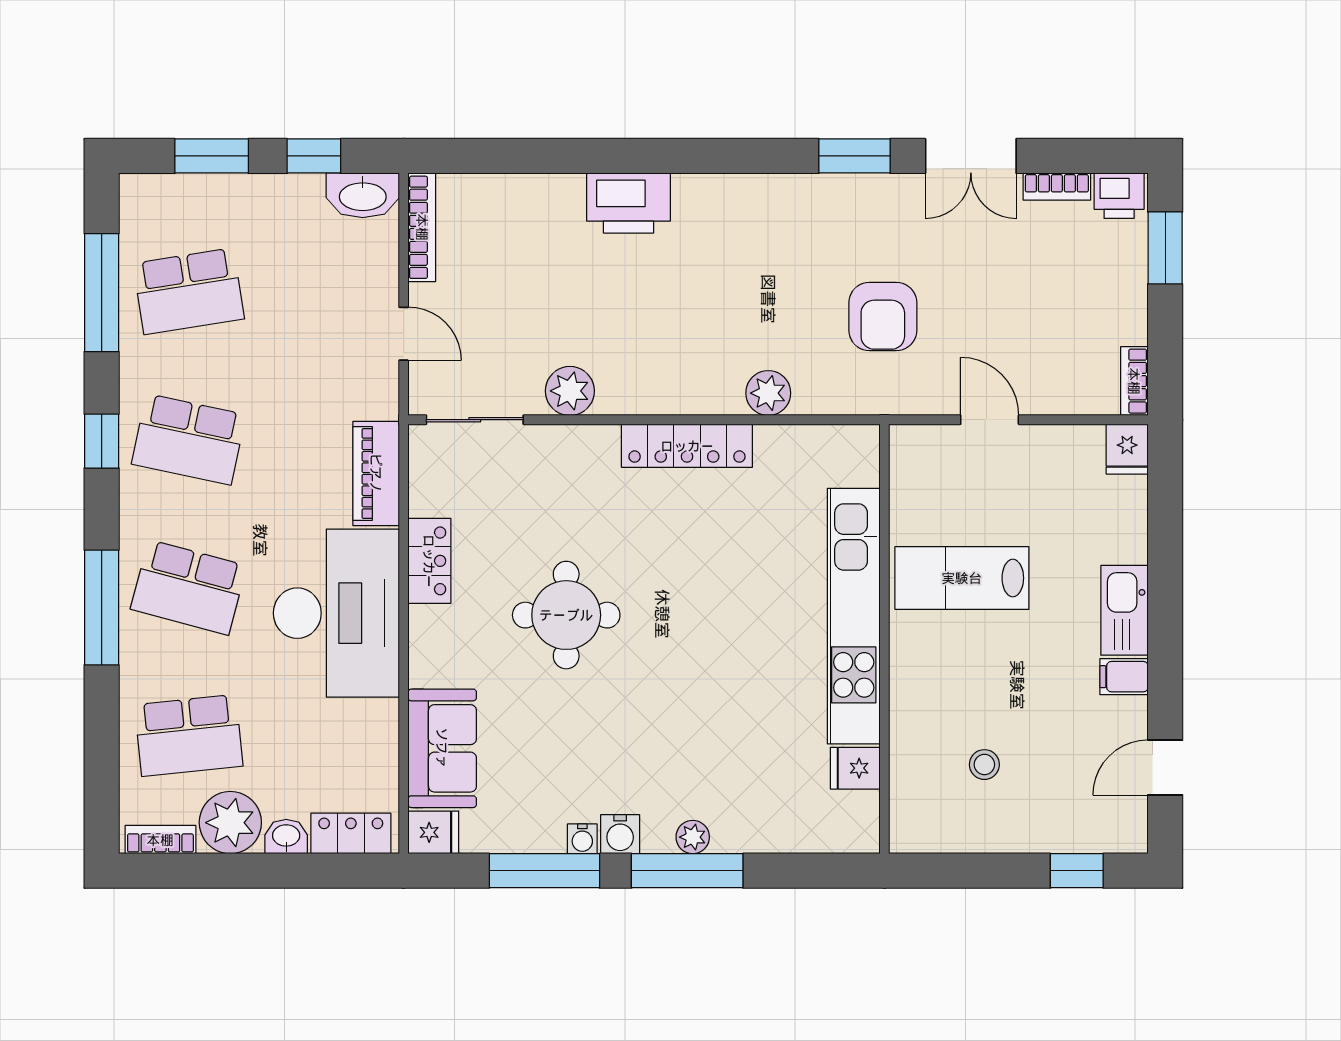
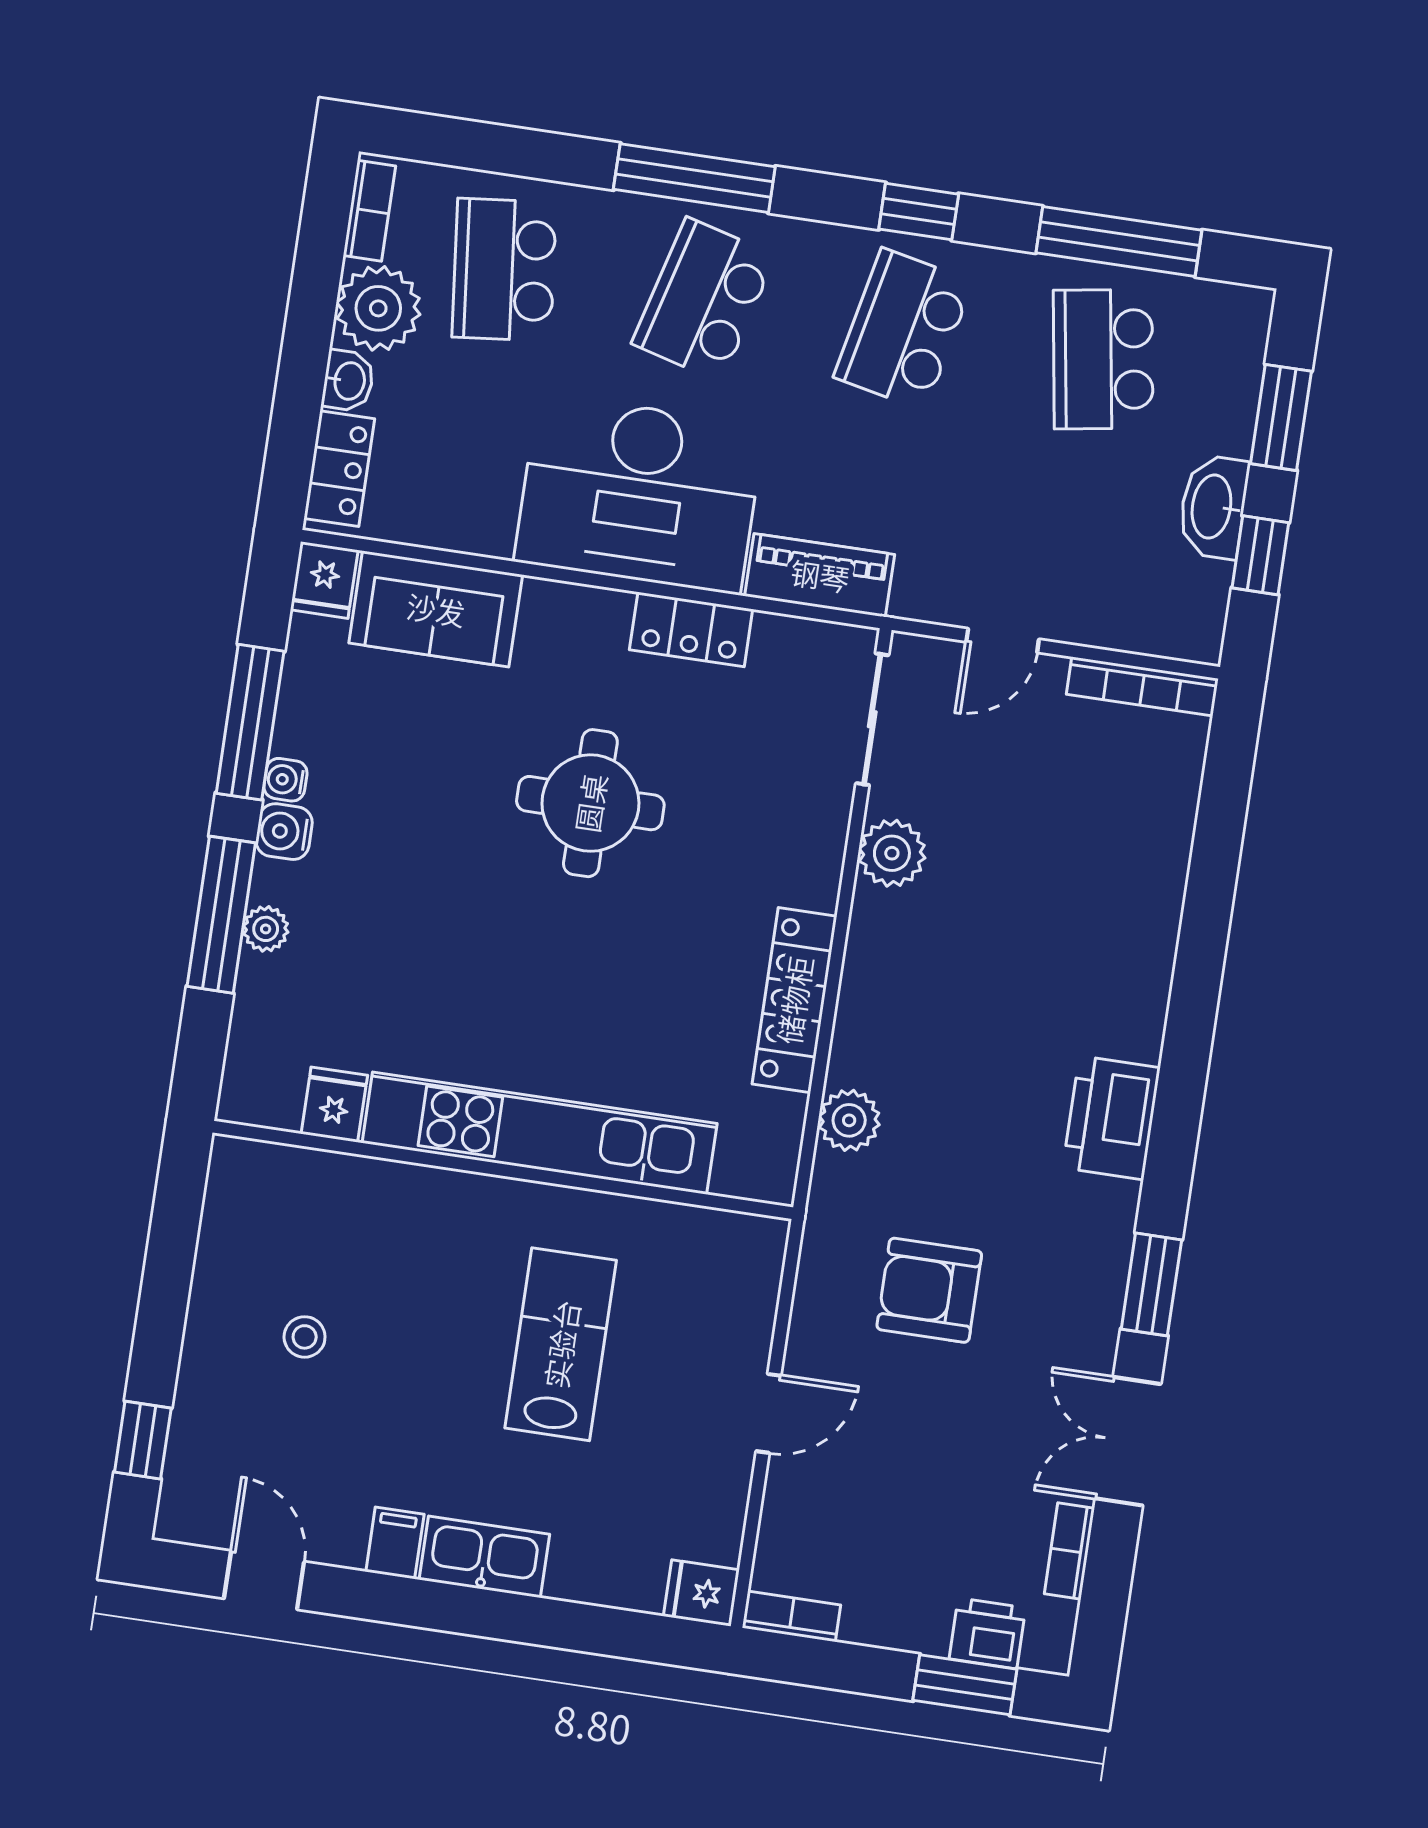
washbasin: (363, 195) -> (1213, 507), moved
printer: (1119, 196) -> (987, 1633), moved, turned 90
printer: (628, 203) -> (1111, 1118), moved
kitchen unit: (854, 616) -> (540, 1133), moved
wall: (884, 639) -> (503, 1170), moved
fridge: (855, 768) -> (334, 1105), moved

